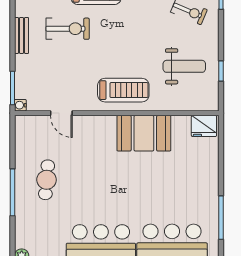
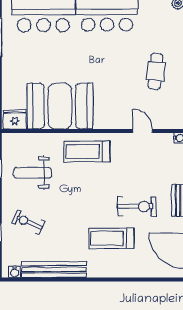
exercise bike: (68, 29) -> (137, 206), turned 180
booth: (144, 133) -> (60, 106), width x1.36, depth x1.42

